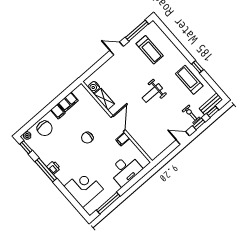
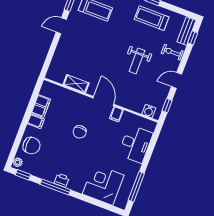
water cooler: (94, 87) -> (149, 111), moved
weight bench: (152, 93) -> (137, 61), moved
window: (199, 124) -> (167, 106), moved

